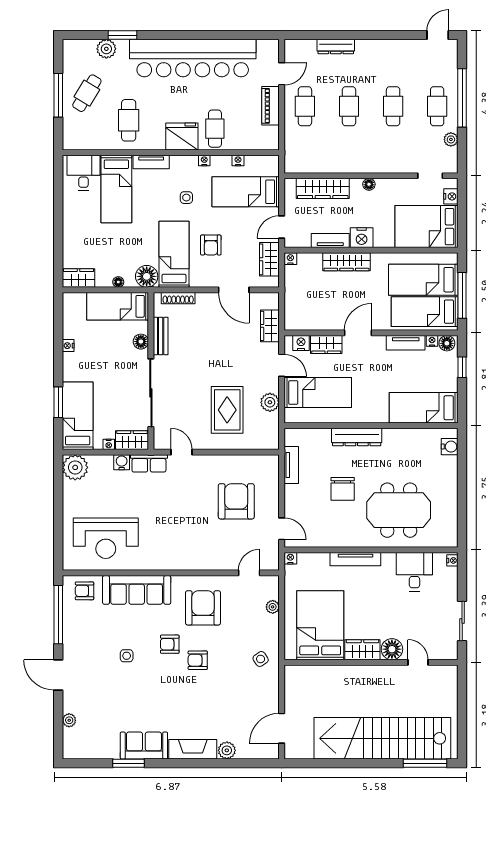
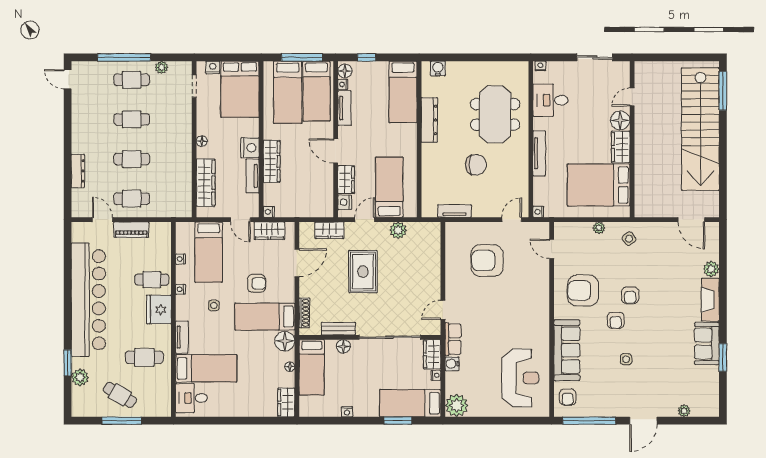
rug: (227, 410) -> (363, 272), moved, turned 90
dresser: (357, 437) -> (429, 120), moved
plant: (273, 607) -> (599, 228), moved

